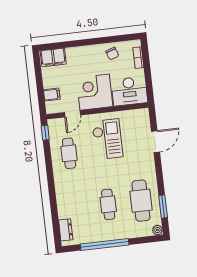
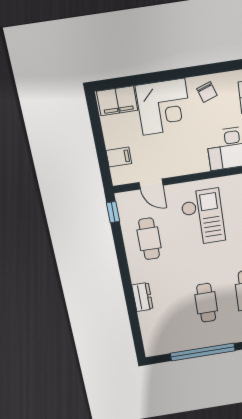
corner desk: (95, 92) -> (164, 107), moved, turned 180
door: (72, 114) -> (151, 184), hinge flipped
dresser: (66, 230) -> (142, 297), moved

